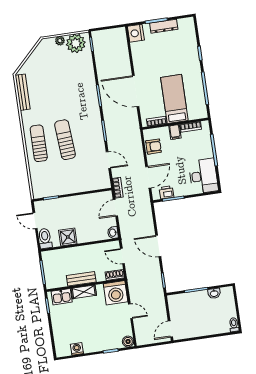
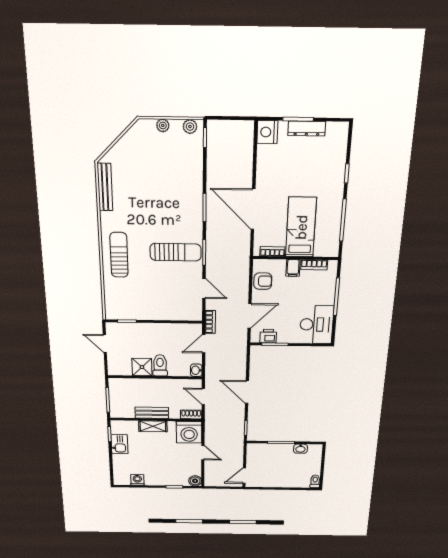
plant: (76, 43) -> (190, 127), width x0.53, depth x0.53
sun lounger: (65, 140) -> (176, 252), moved, turned 94
toilet: (45, 238) -> (160, 365), moved
kitchen sink: (62, 297) -> (119, 444), moved, turned -90

